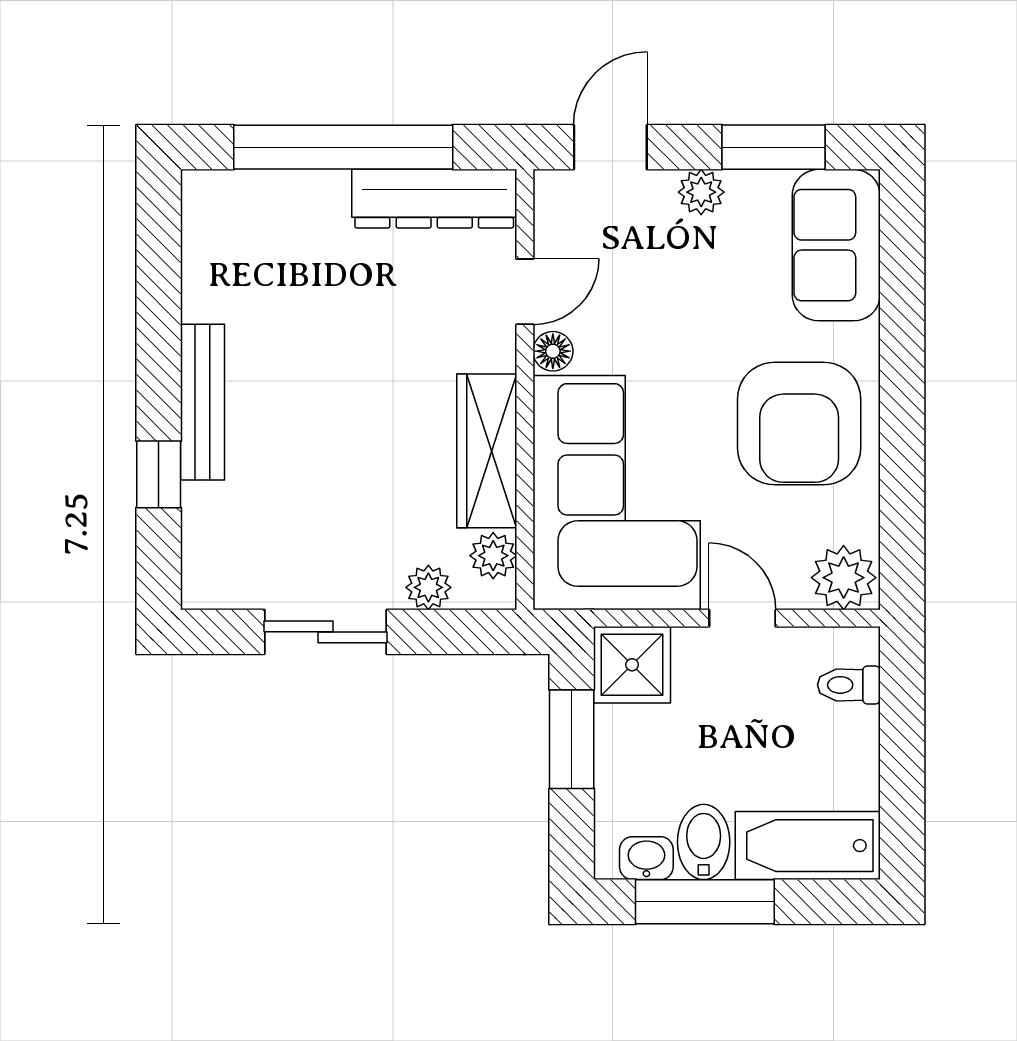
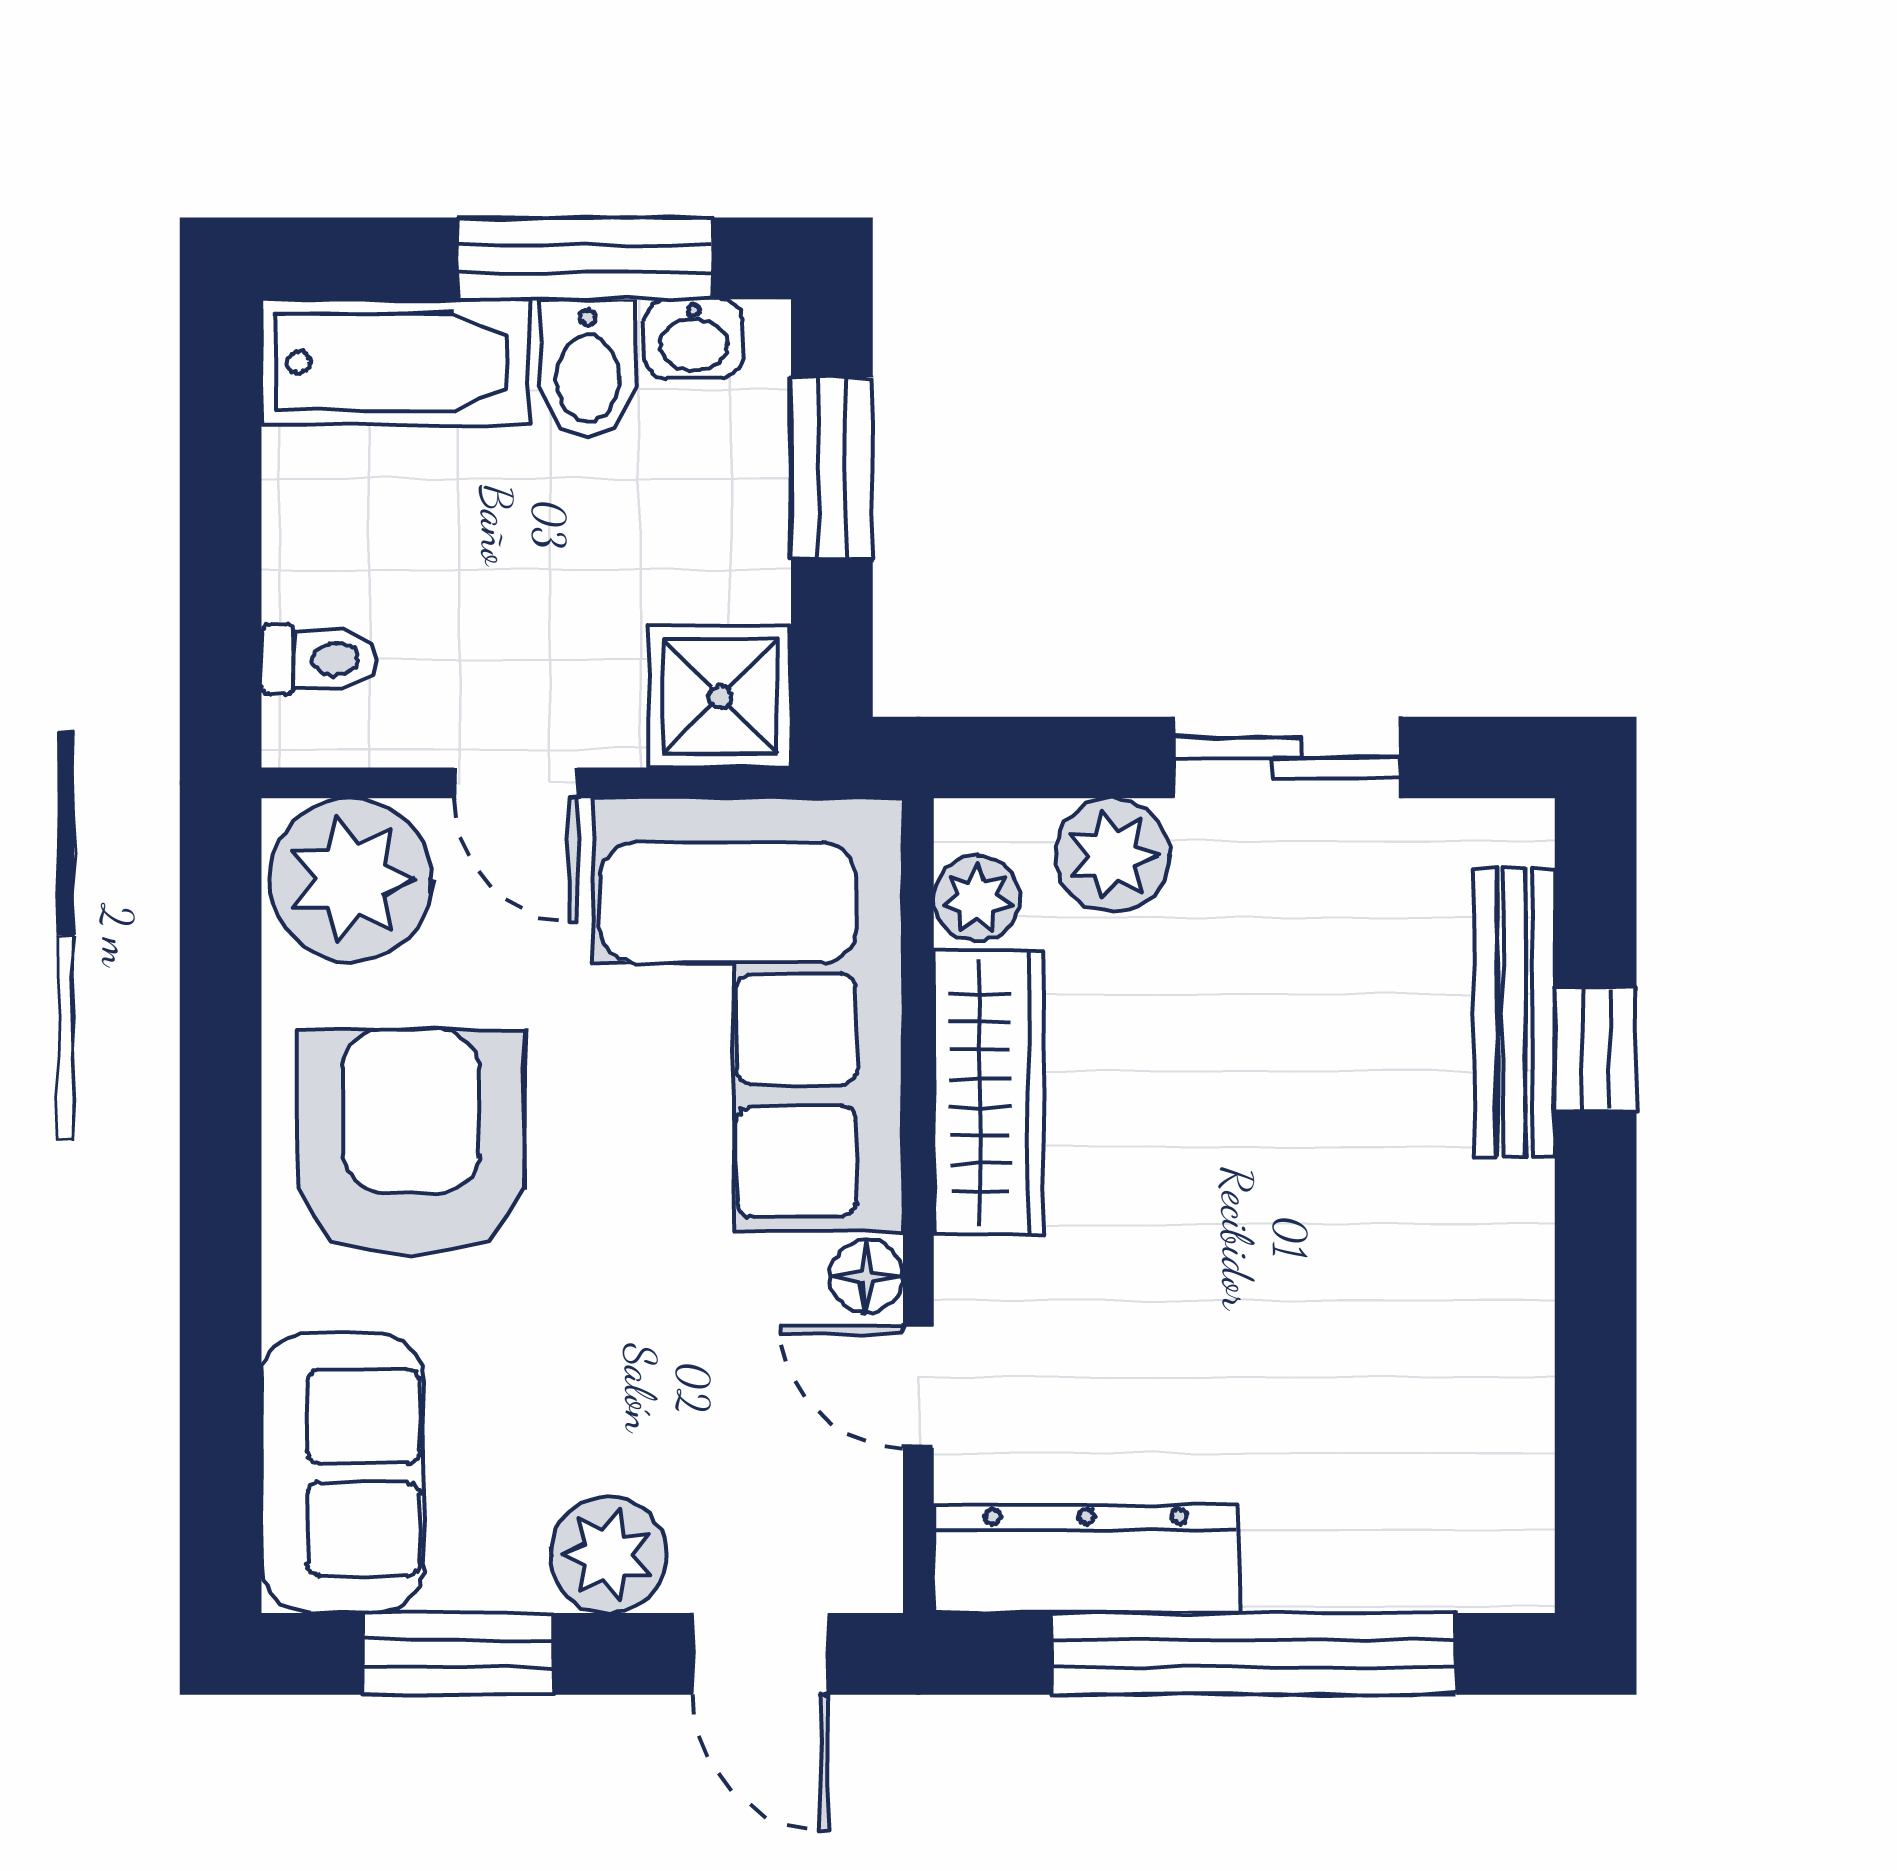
door: (610, 147) -> (760, 1654), hinge flipped
plant: (701, 192) -> (608, 1555), width x1.38, depth x1.38
door: (525, 292) -> (918, 1387), hinge flipped
bench: (202, 402) -> (1515, 1013), moved
plant: (844, 578) -> (351, 880), width x1.36, depth x1.36
plant: (428, 587) -> (1112, 855), width x1.38, depth x1.38
window: (572, 739) -> (832, 468), moved

